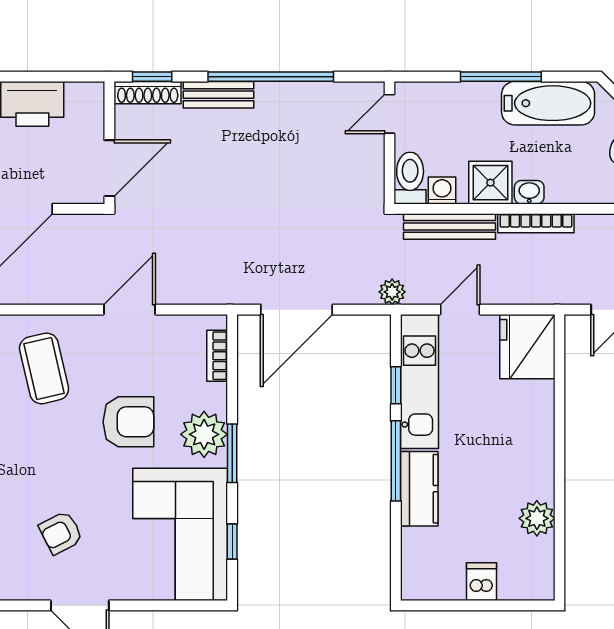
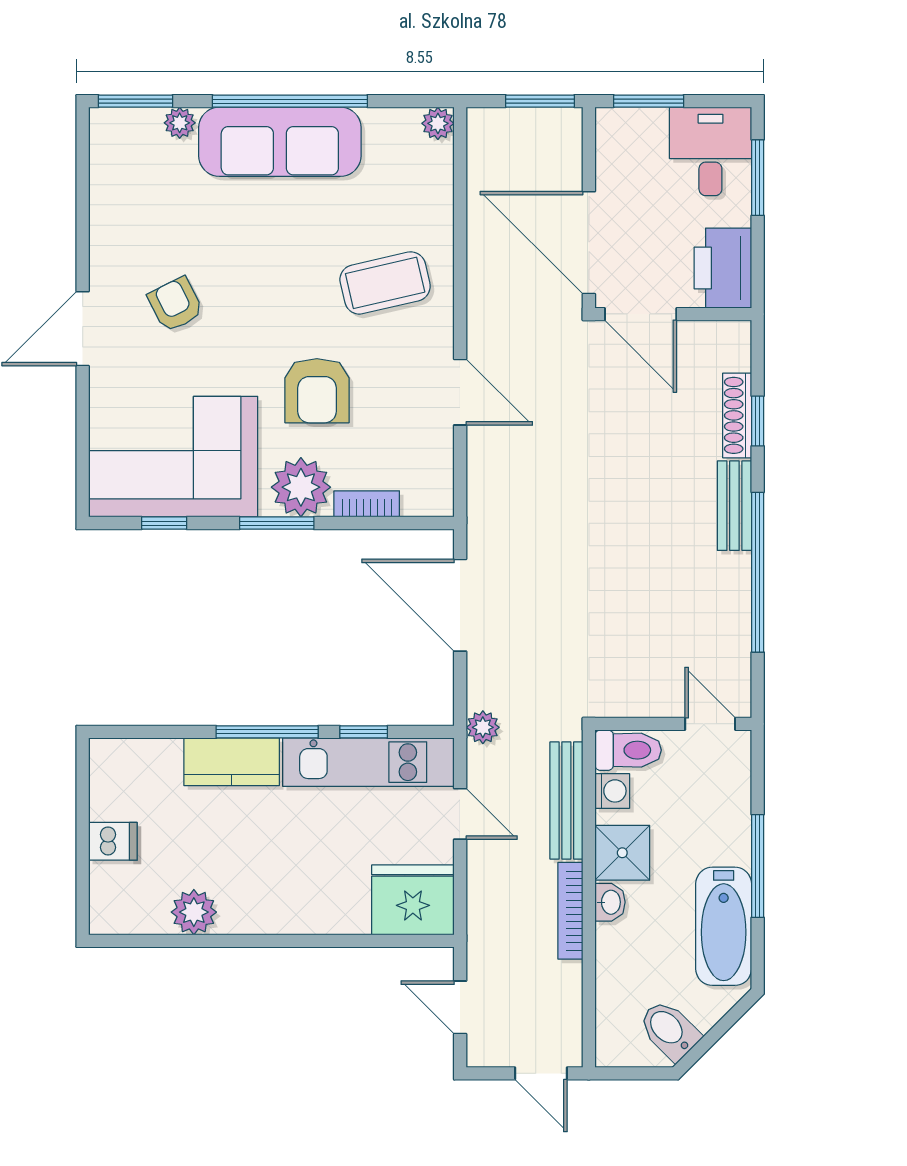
wall: (109, 143) -> (673, 314), moved
door: (109, 168) -> (641, 314), moved
bookcase: (217, 356) -> (367, 504), moved

